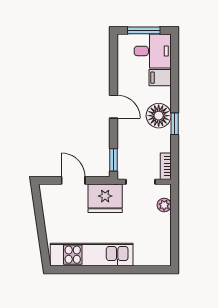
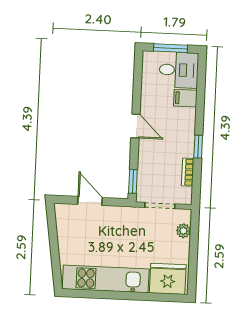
floor lamp: (159, 116) -> (182, 137), removed
bookcase: (166, 166) -> (188, 172), moved
fridge: (105, 198) -> (168, 279), moved, turned 180

